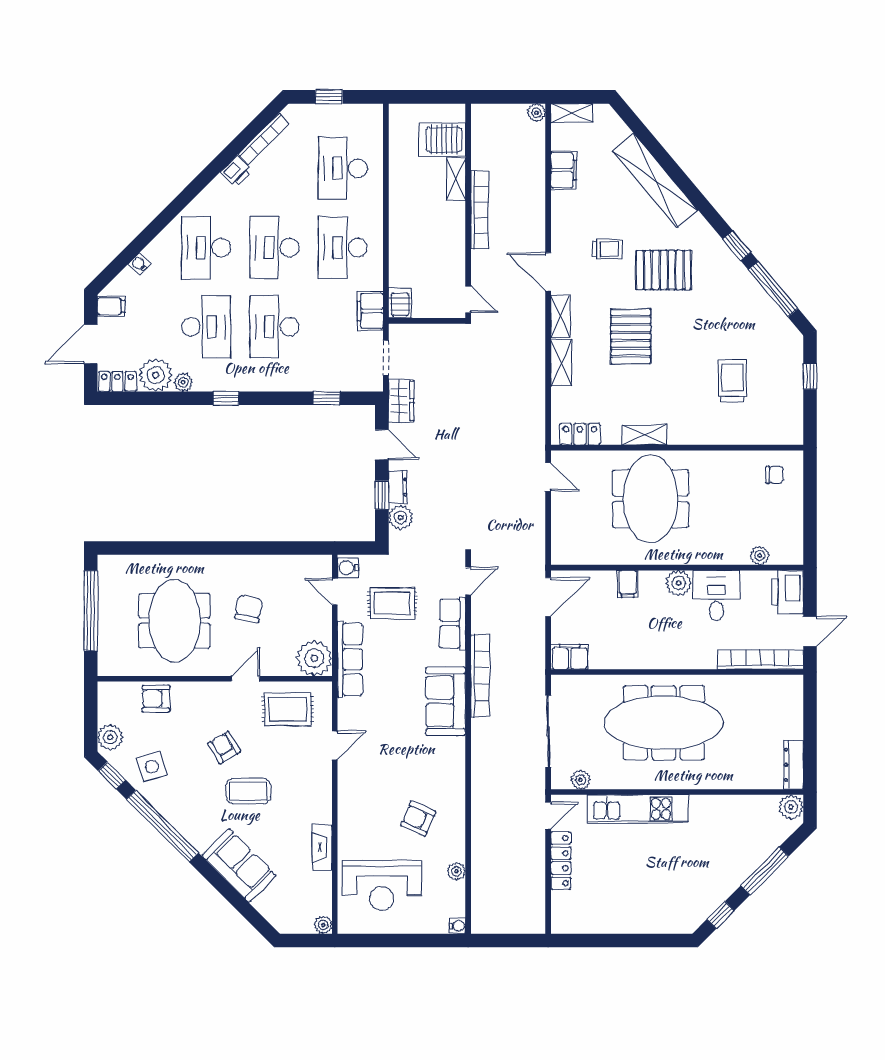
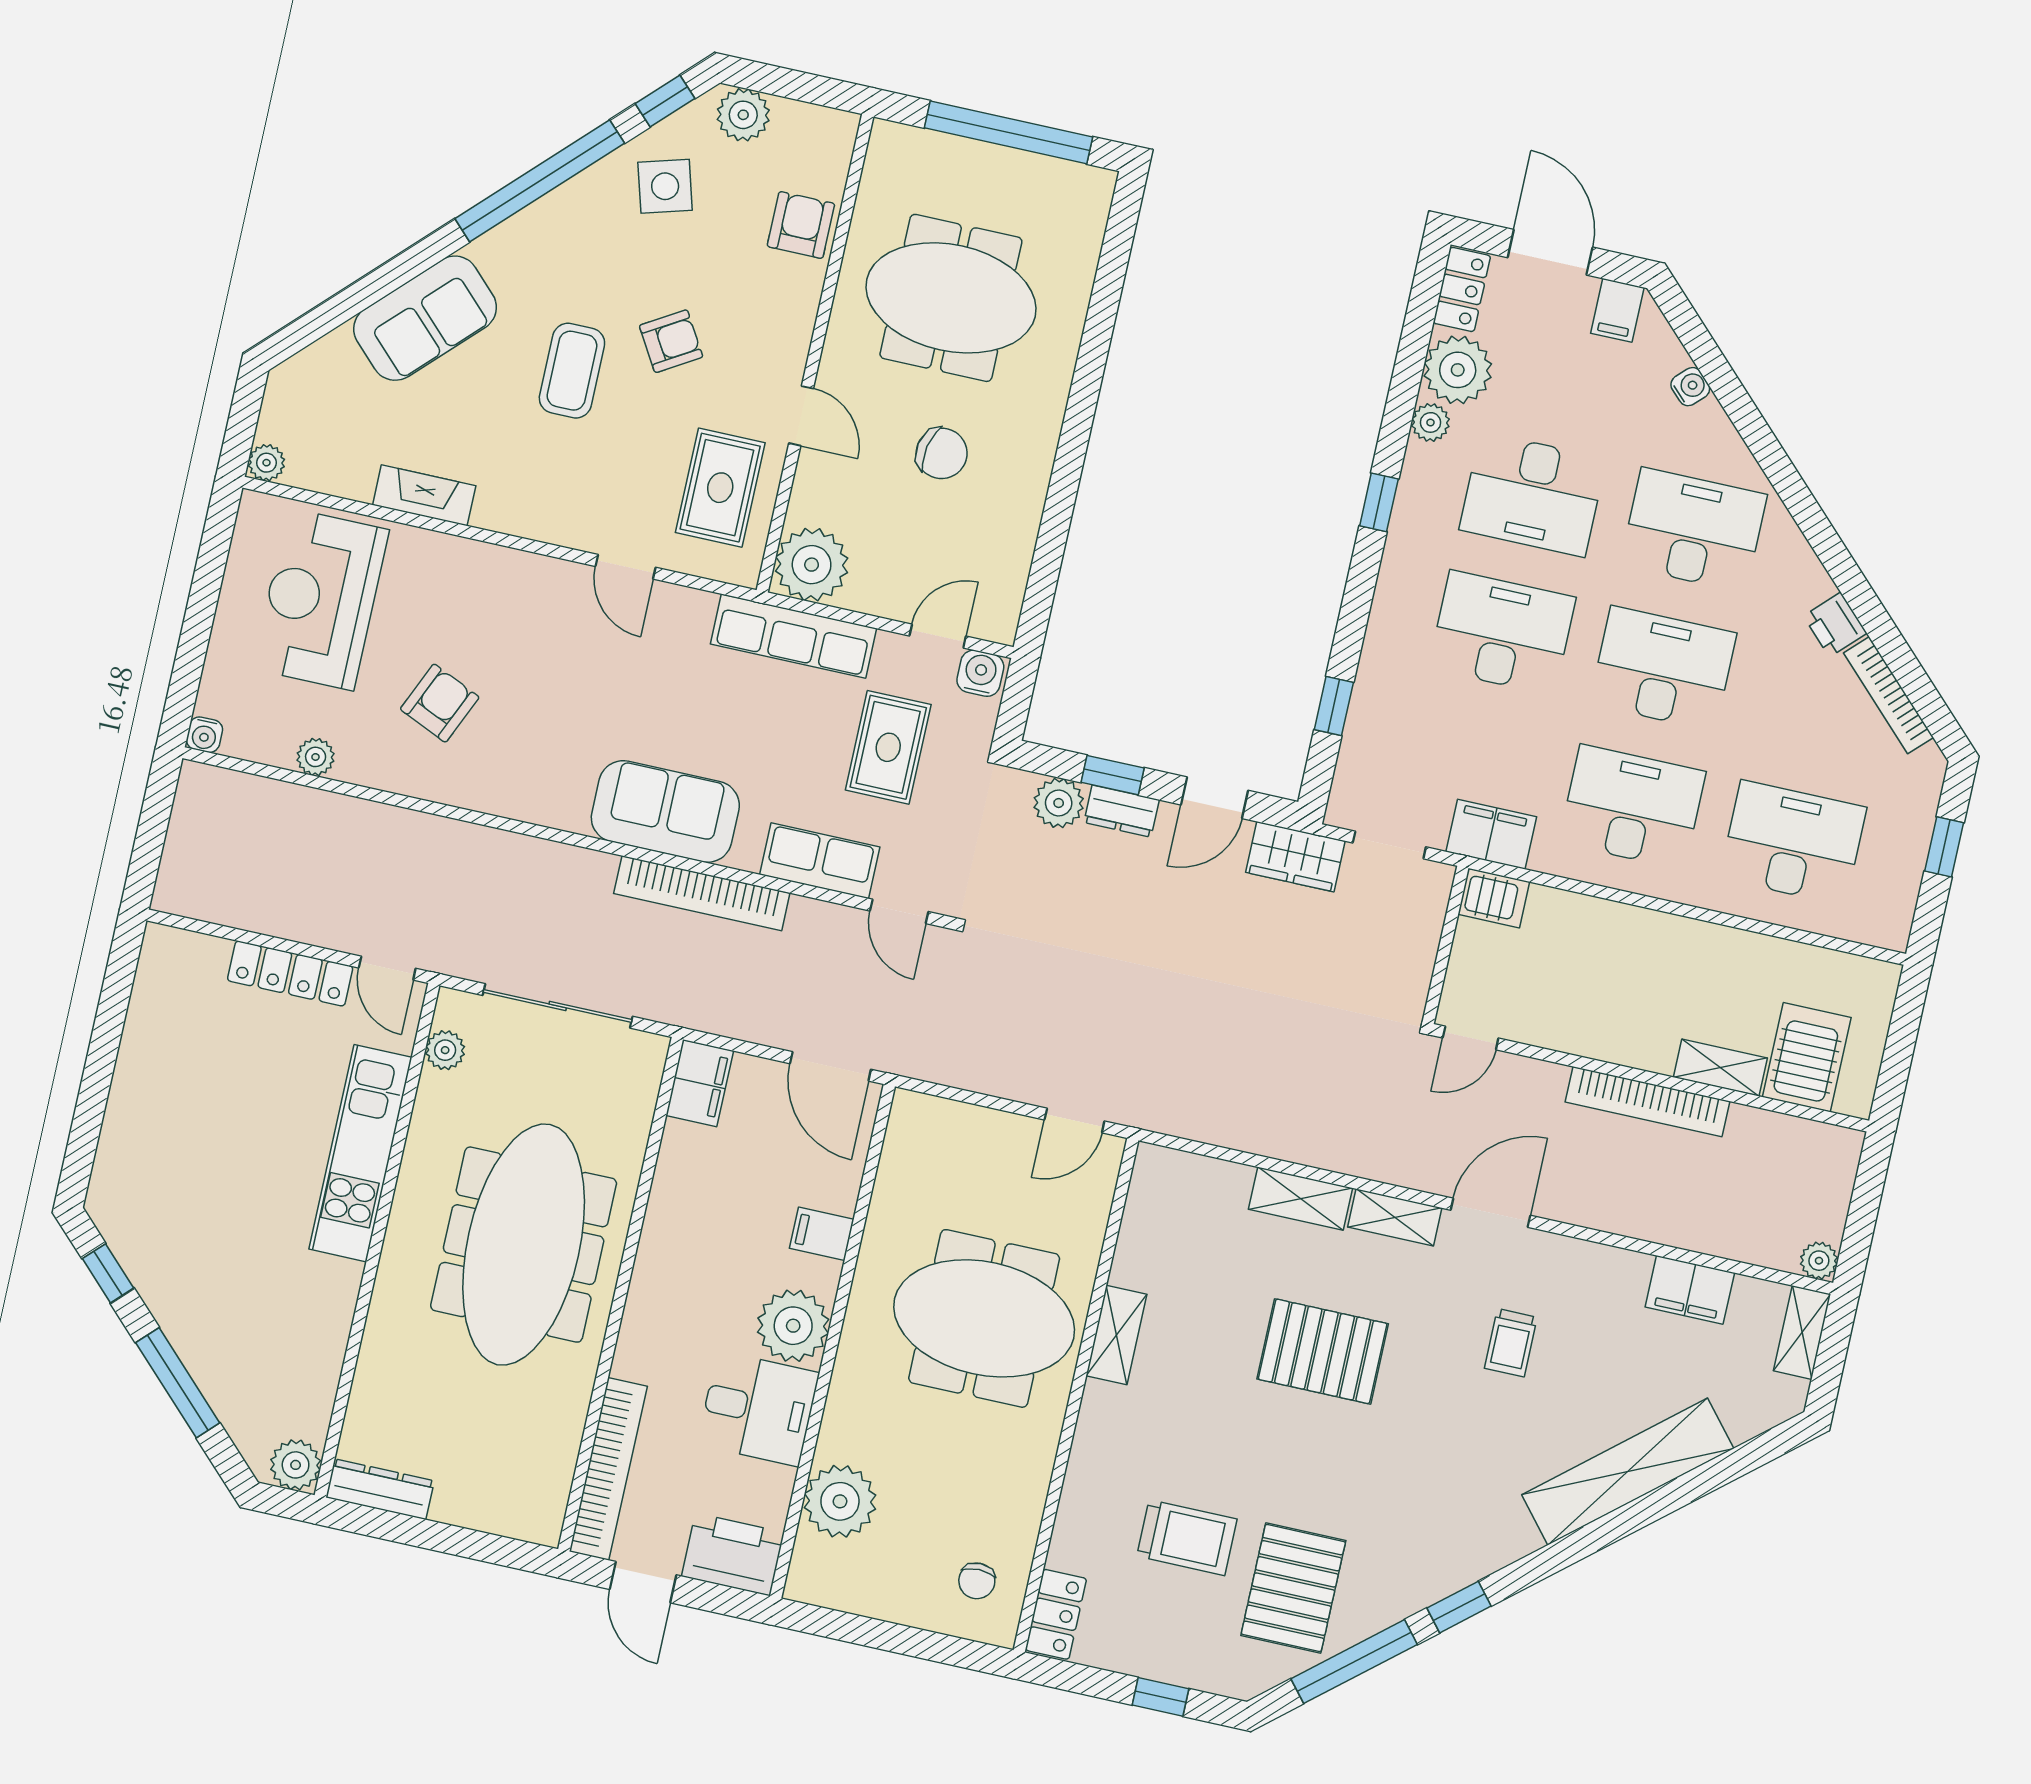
pallet: (664, 270) -> (1293, 1588), moved
locker: (580, 434) -> (1056, 1614), moved
plant: (760, 556) -> (840, 1501), width x1.88, depth x1.88
plant: (678, 583) -> (793, 1326), width x1.36, depth x1.36

